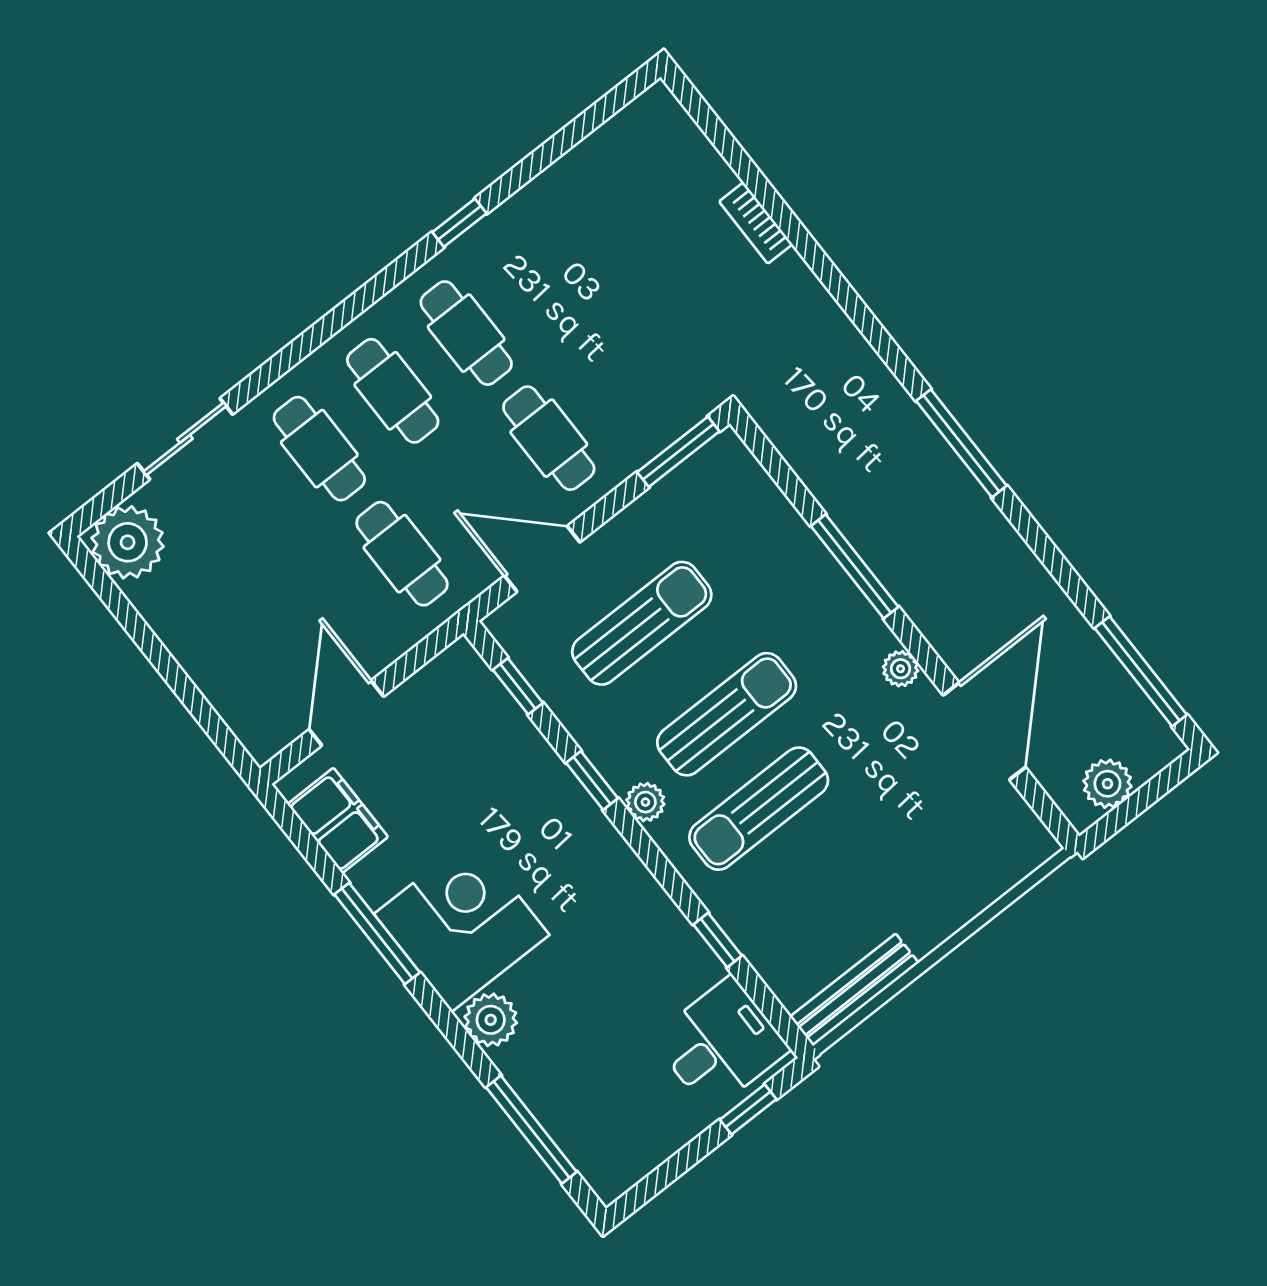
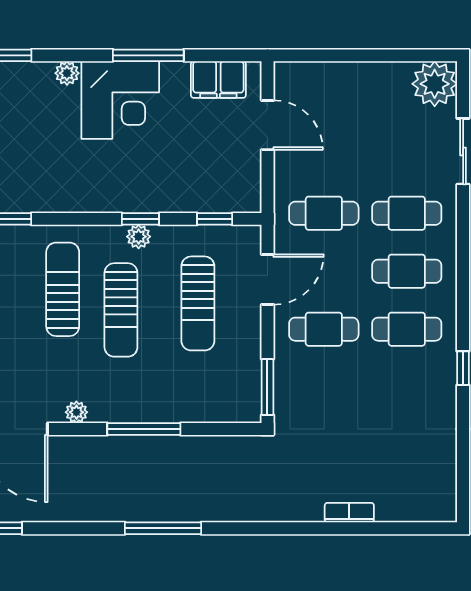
plant: (645, 802) -> (139, 237), moved
plant: (491, 1020) -> (67, 73), width x0.73, depth x0.73

